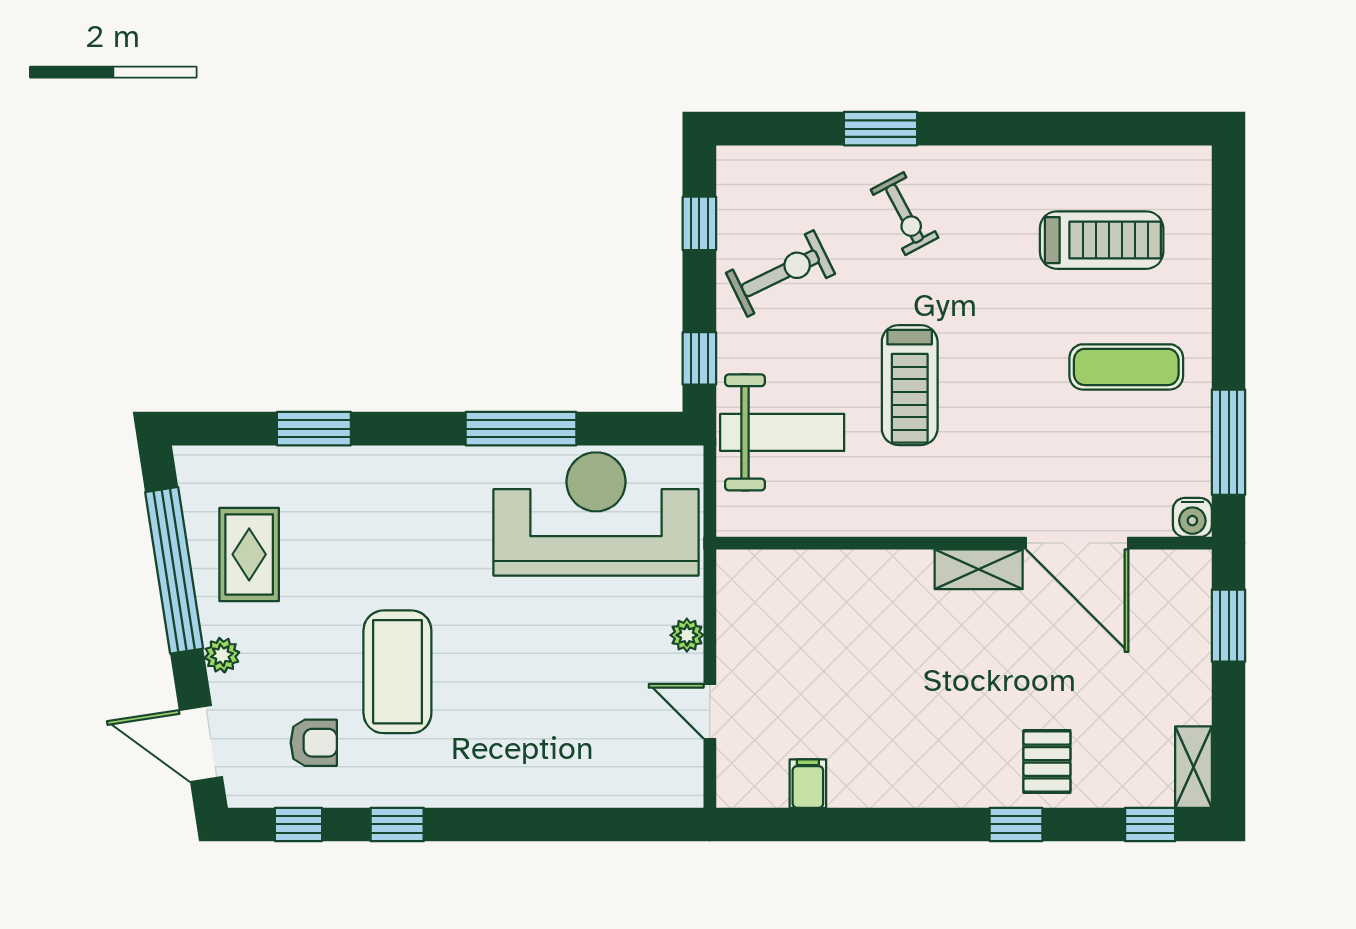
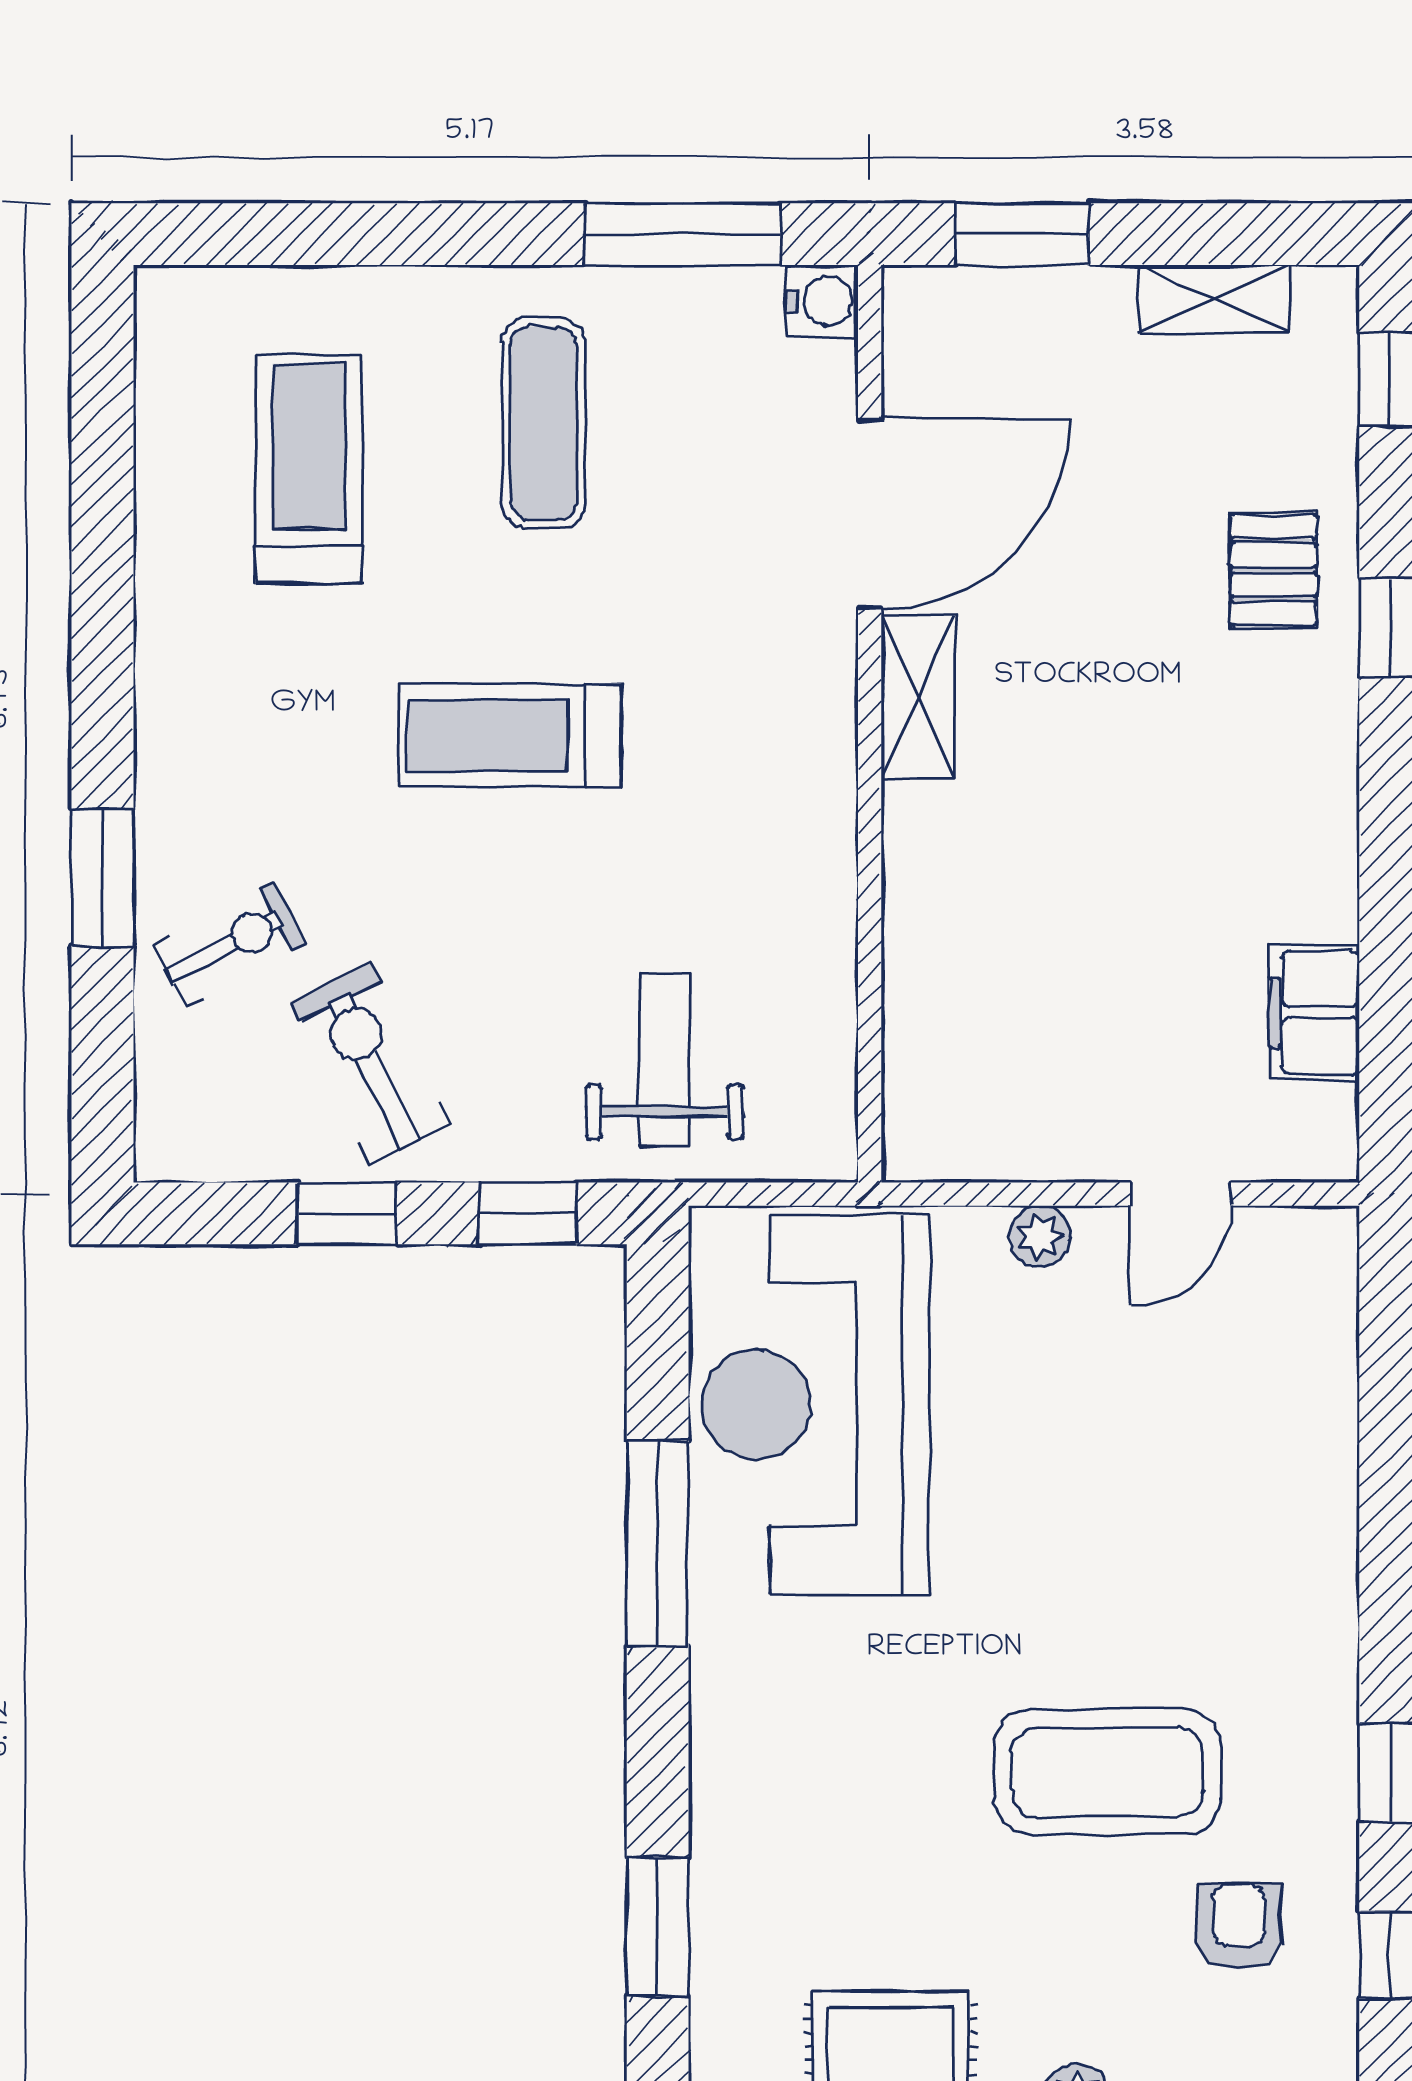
exercise bike: (905, 214) -> (230, 945), moved
window: (699, 223) -> (347, 1213), moved
treadmill: (910, 385) -> (510, 735), moved, turned 180
weight bench: (782, 432) -> (665, 1060), width x0.73, depth x0.75
pallet: (1047, 761) -> (1274, 570), turned 90
shelving: (1194, 767) -> (1214, 299), moved
filing cabinet: (808, 784) -> (1314, 1013), width x2.00

